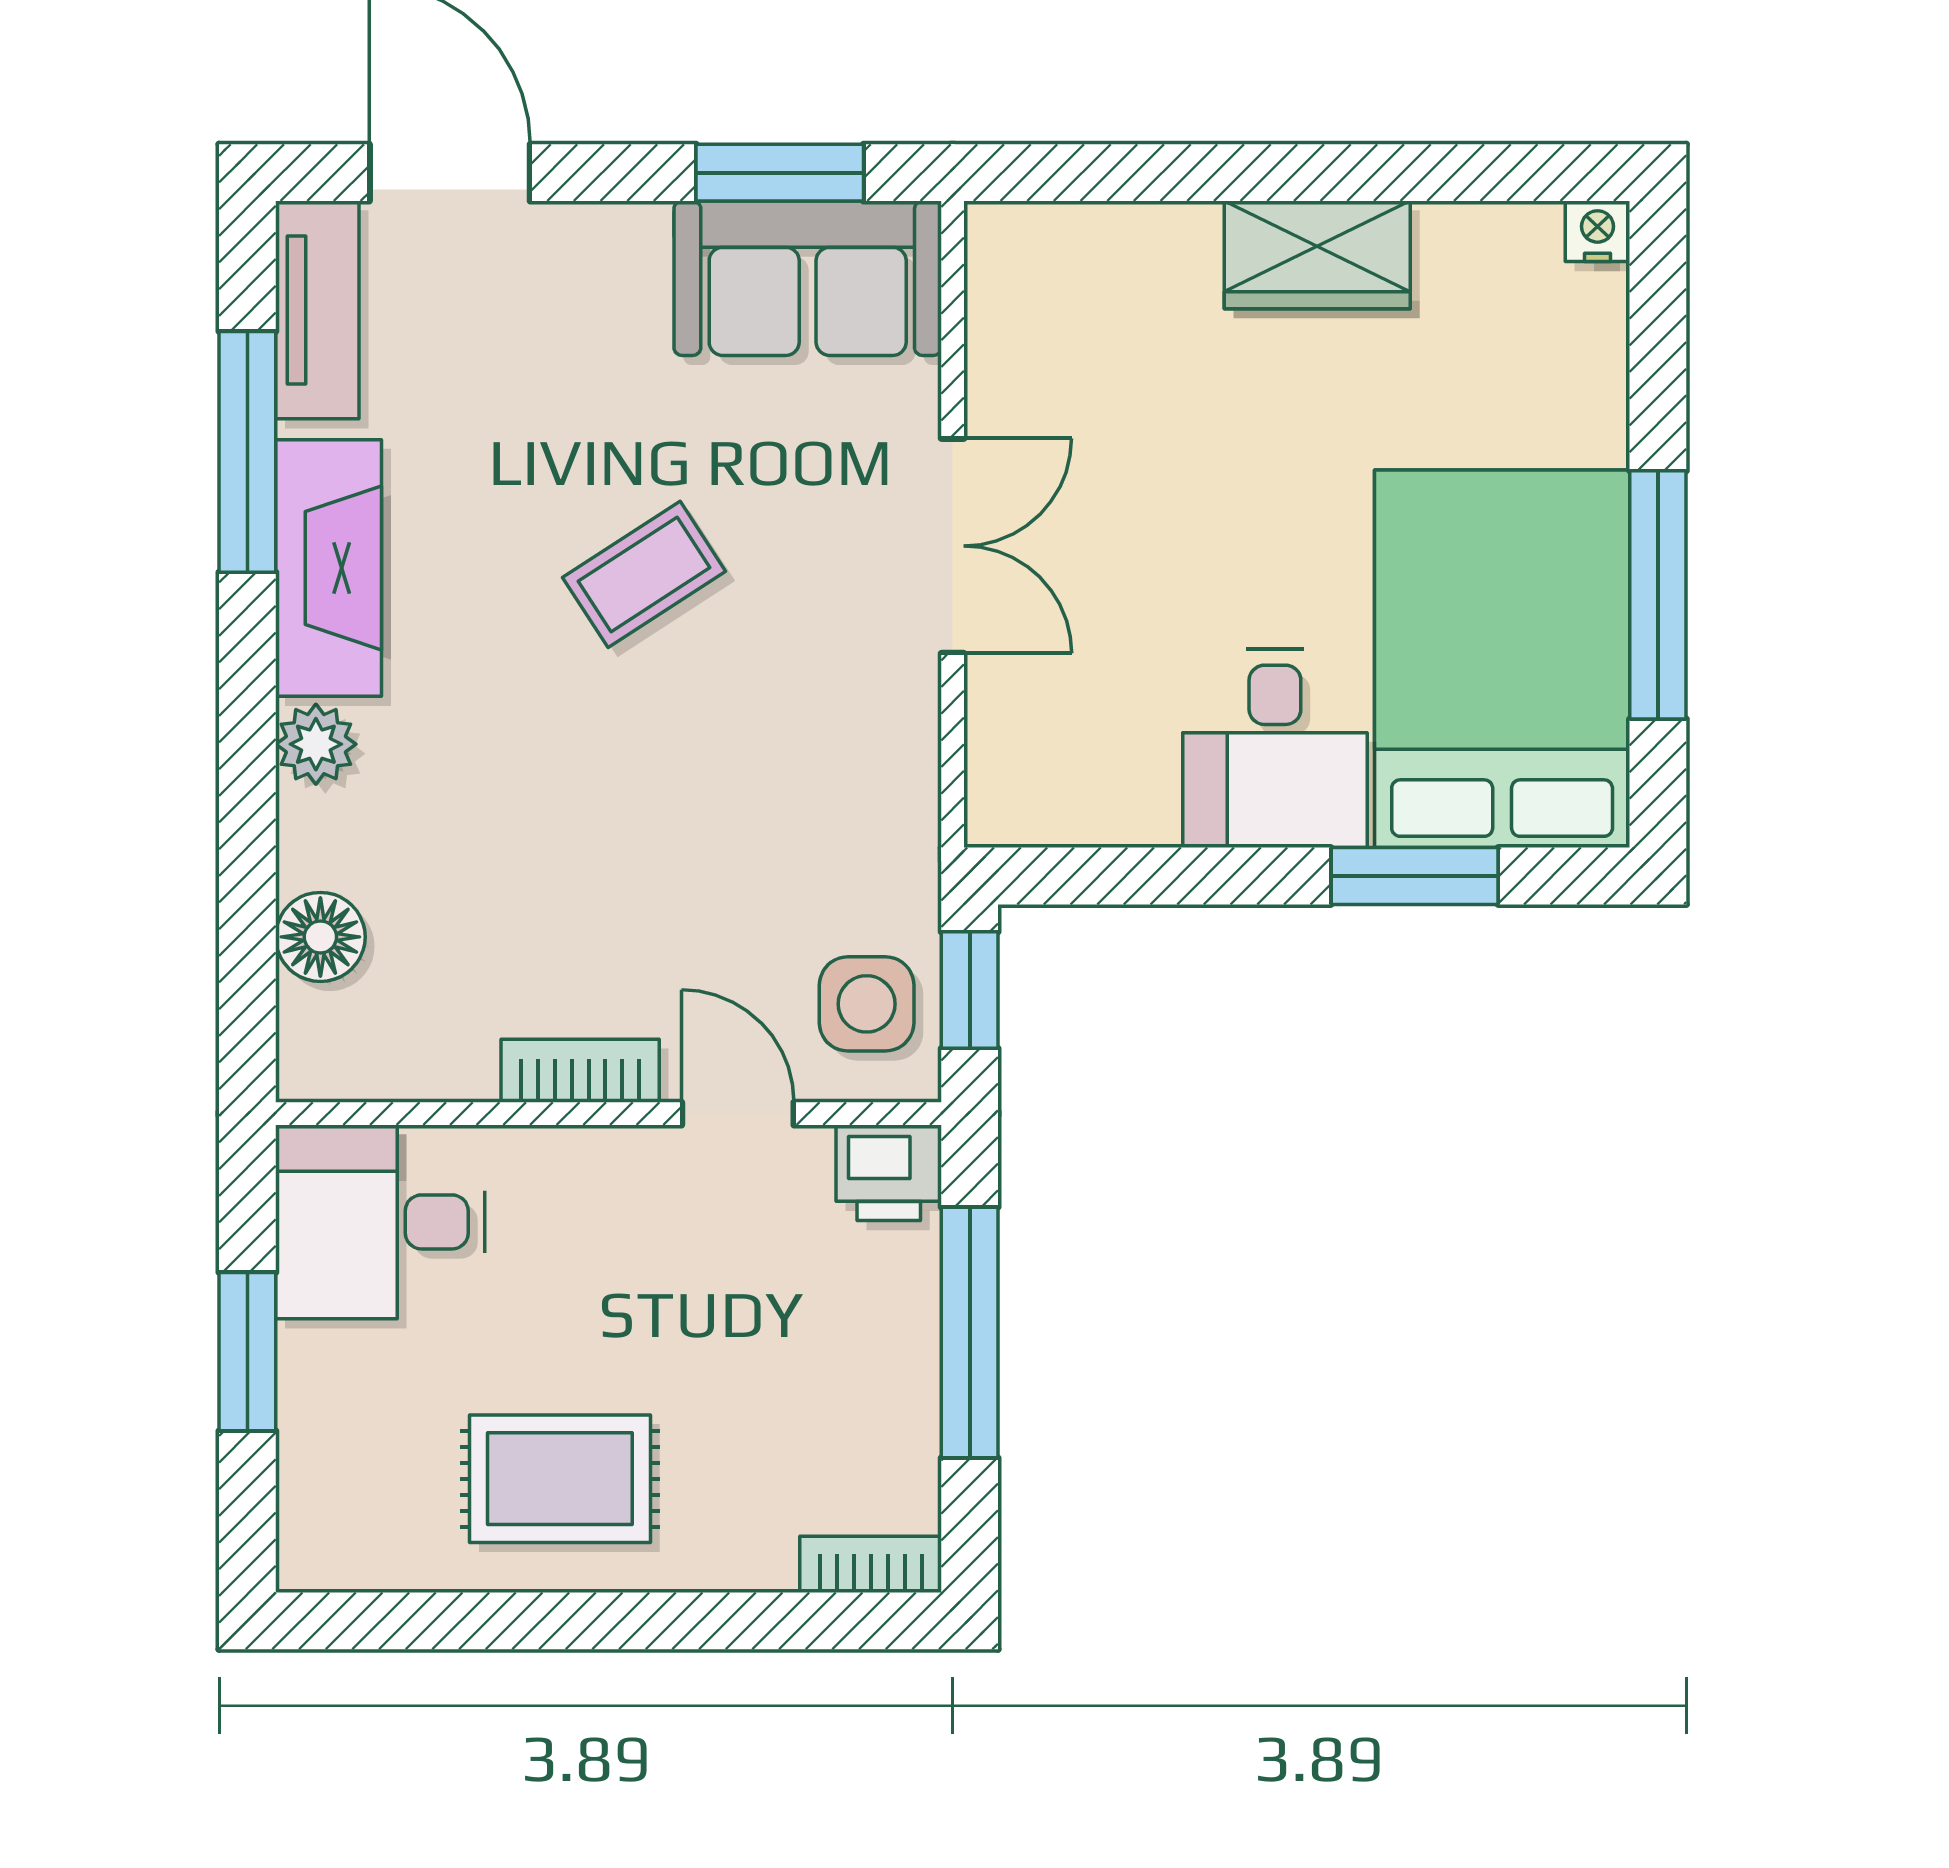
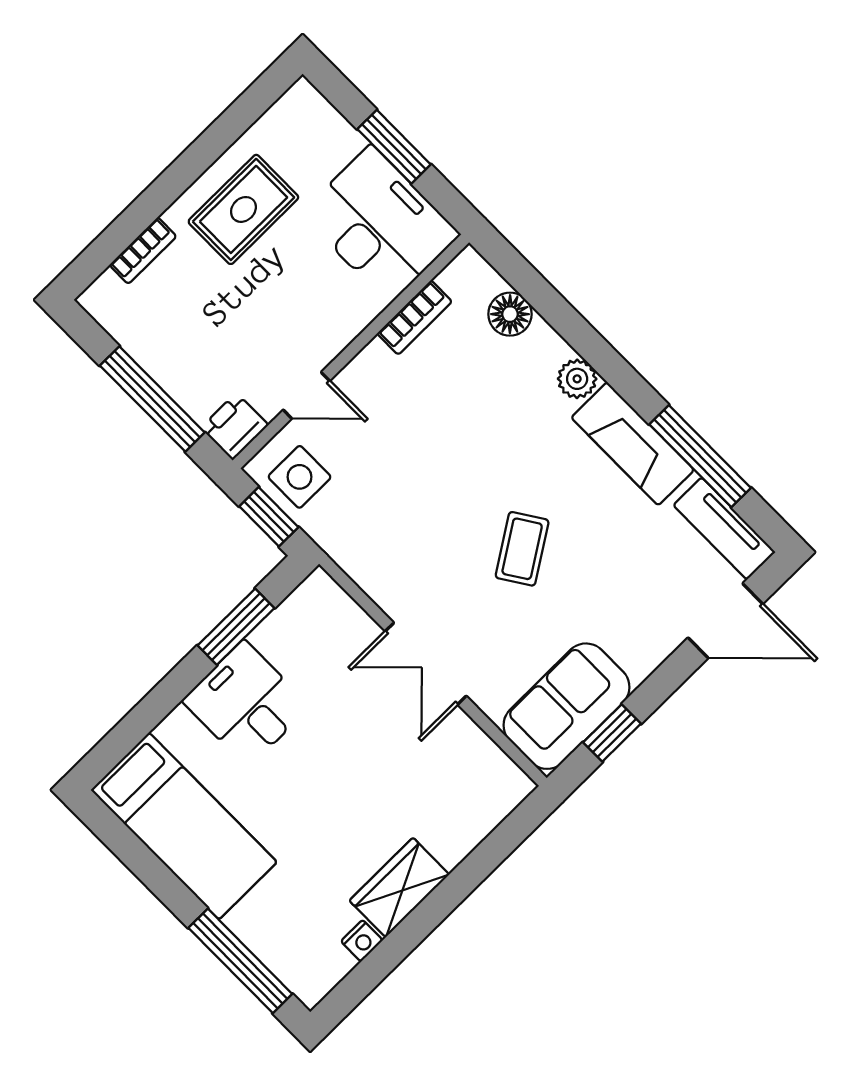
window: (780, 173) -> (612, 733), width x0.67
nightstand: (1597, 231) -> (362, 941), moved
window: (1658, 595) -> (240, 961), moved
bed: (1502, 659) -> (184, 826), width x0.67
window: (1415, 876) -> (236, 627), moved
bookcase: (580, 1071) -> (415, 318), moved
desk: (380, 1222) -> (380, 224), width x1.37
bookcase: (871, 1564) -> (143, 251), moved

